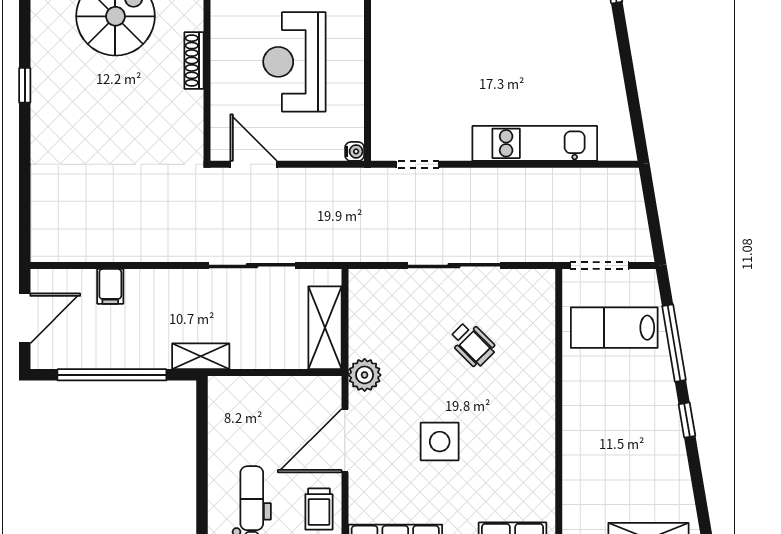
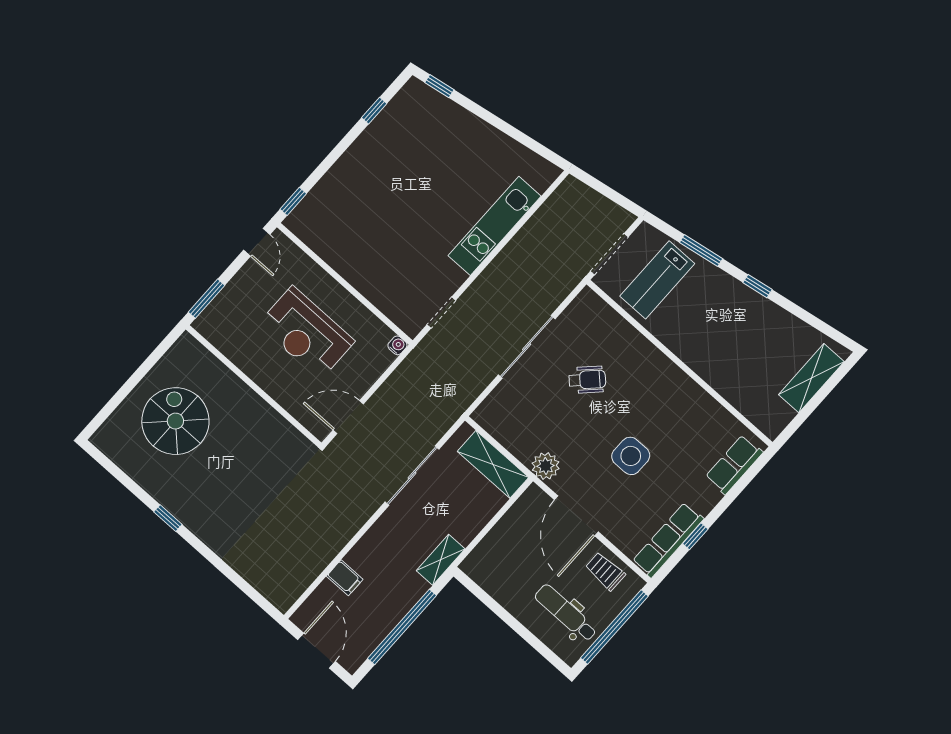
shoe rack: (194, 60) -> (248, 396), removed
window: (674, 343) -> (701, 251), width x0.69
trolley: (319, 509) -> (605, 571), turned 180

